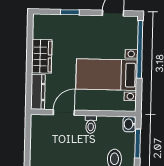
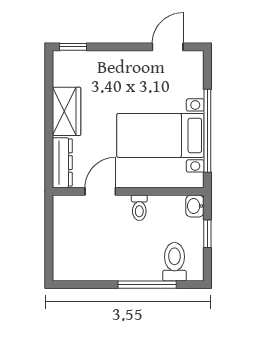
window: (70, 12) -> (73, 47), moved
window: (140, 49) -> (207, 131), moved
window: (138, 144) -> (207, 234), width x0.67

